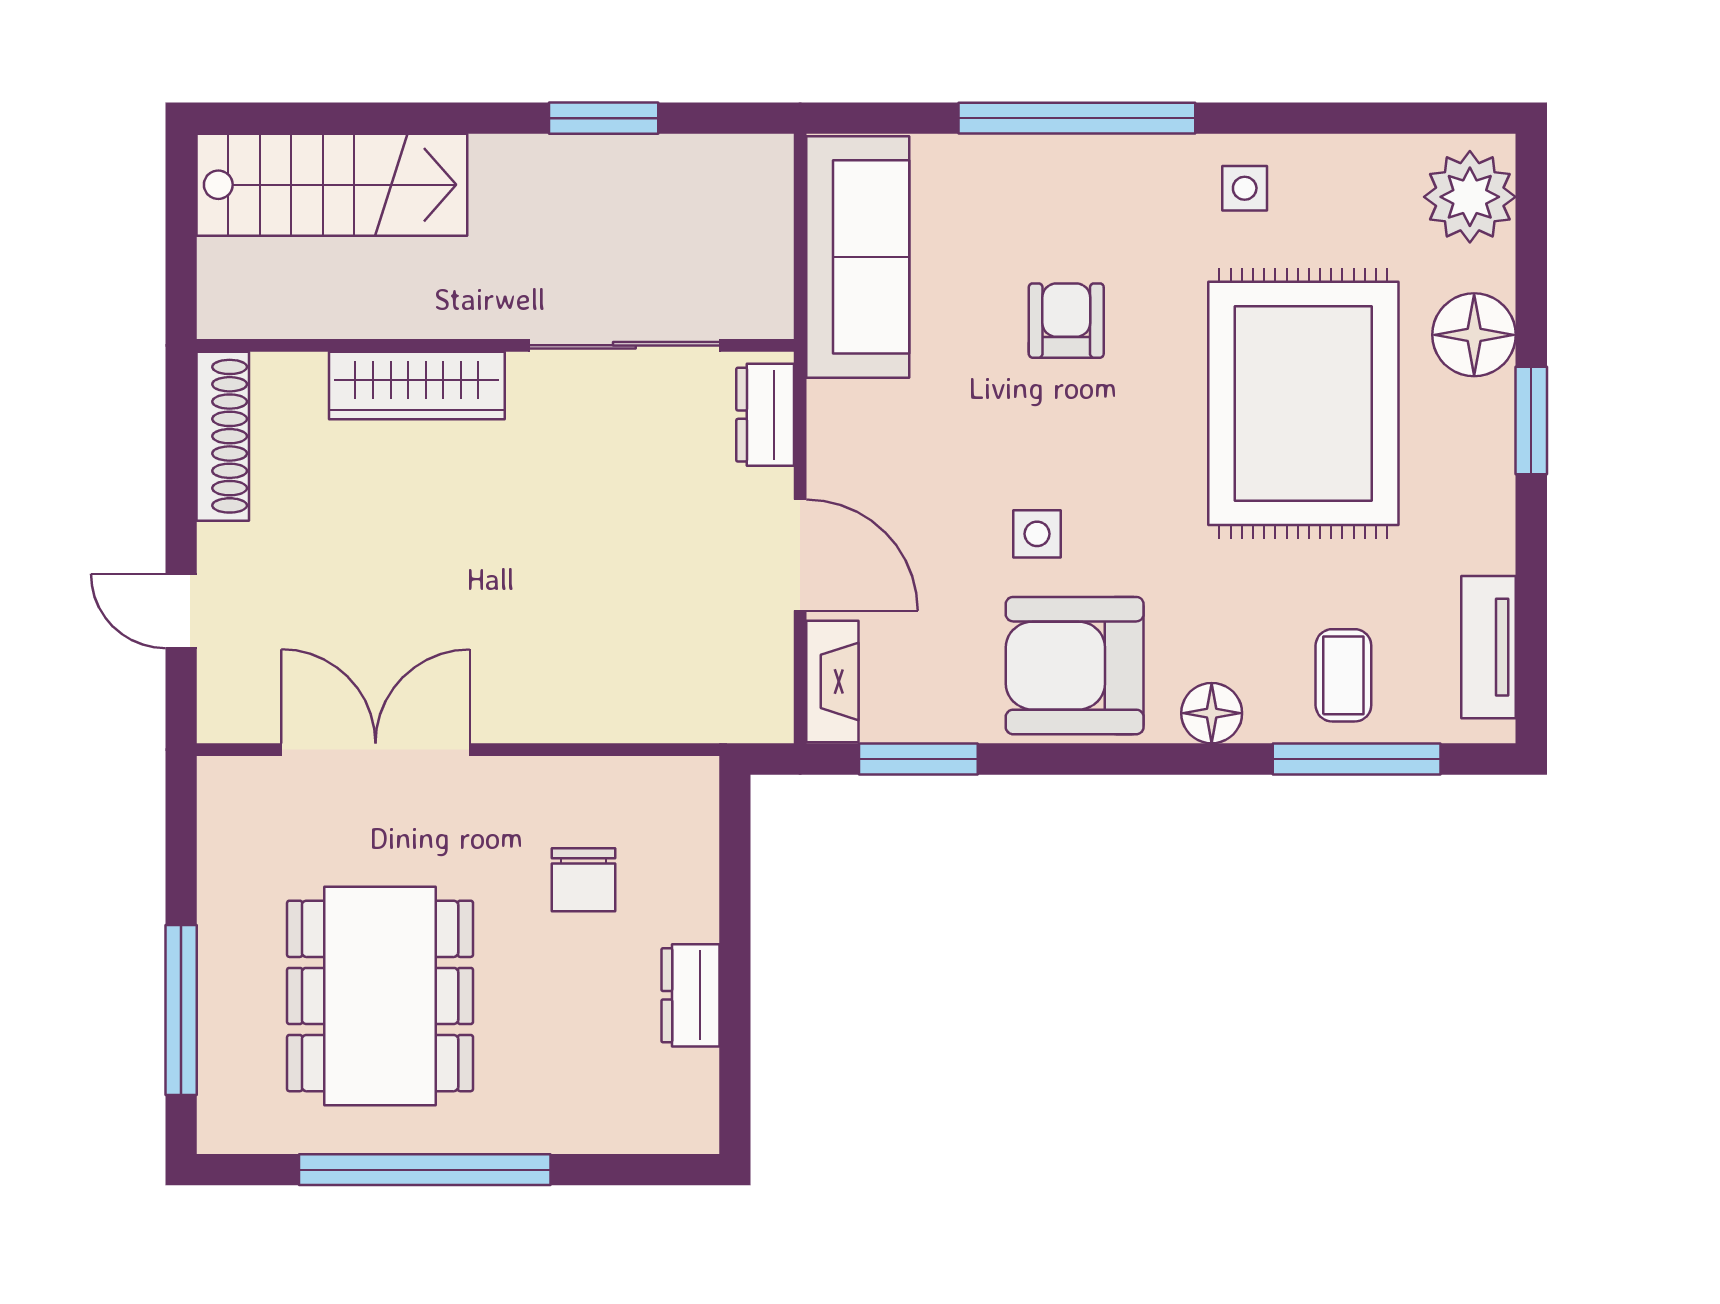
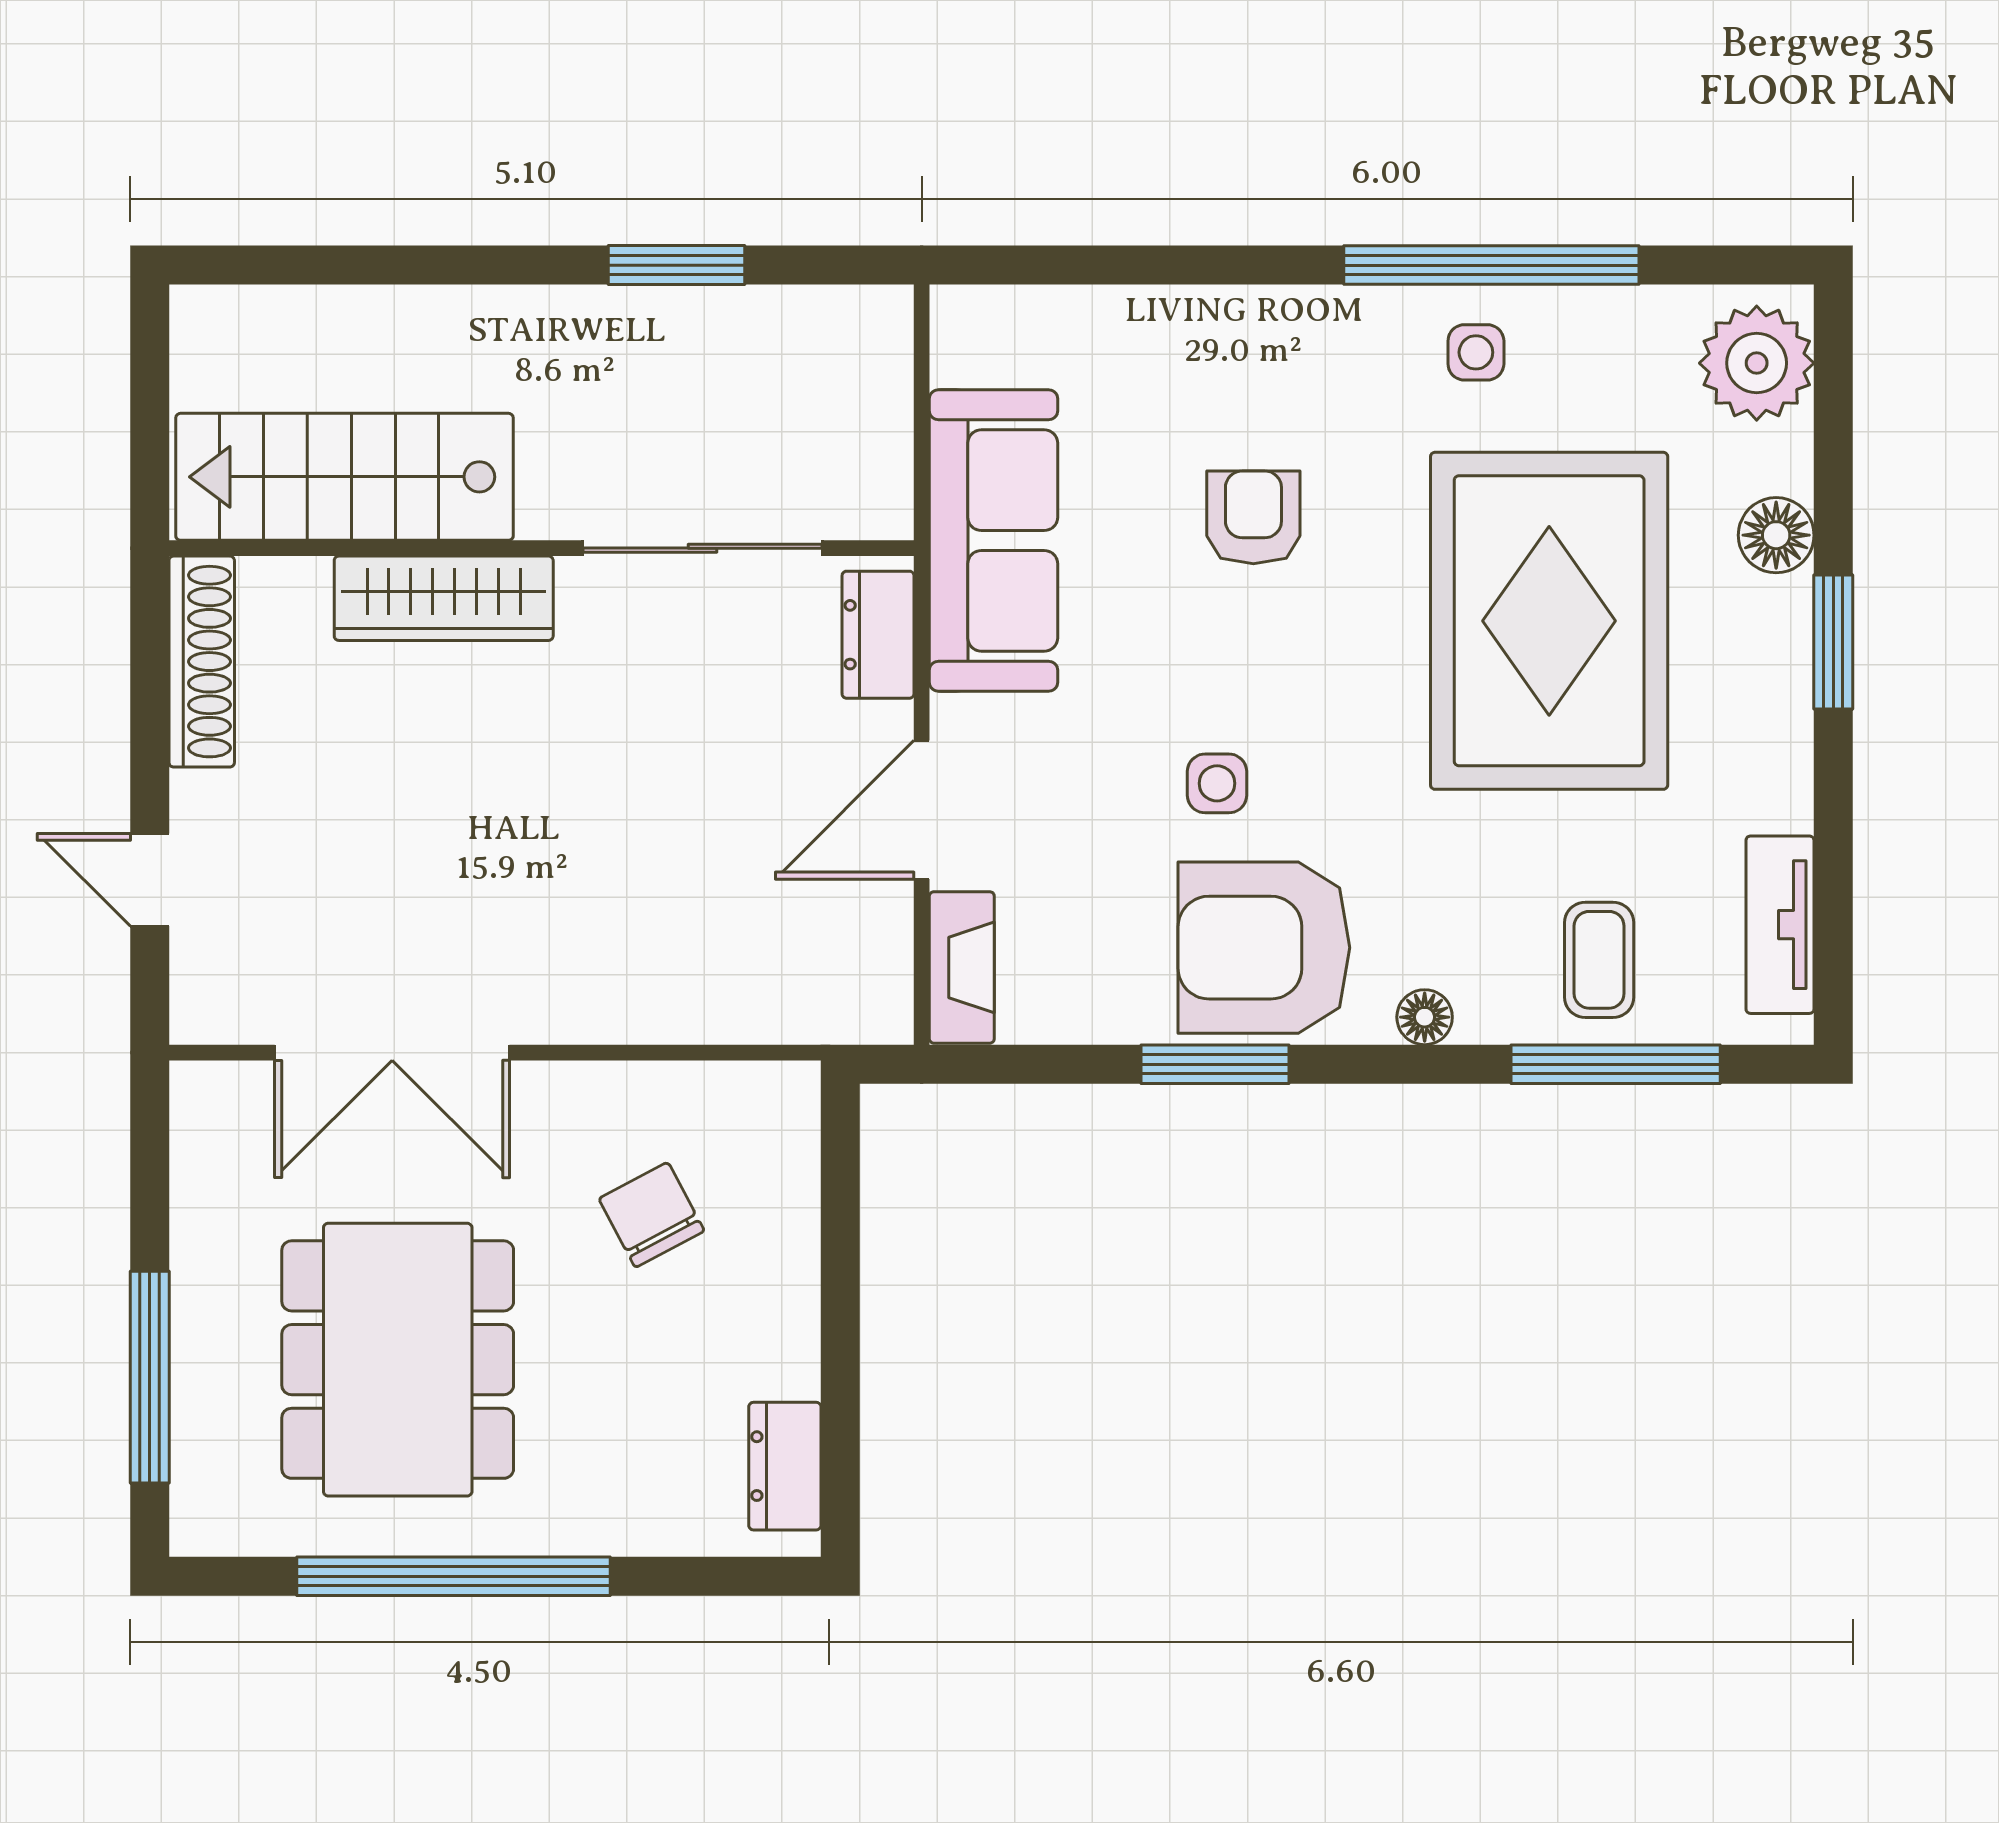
window: (1077, 118) -> (1491, 265), moved
stairs: (332, 185) -> (344, 477), moved, turned 180
sofa: (858, 257) -> (994, 541), moved
floor lamp: (1474, 335) -> (1776, 535), width x0.73, depth x0.73
door: (800, 555) -> (922, 810), swing flipped
floor lamp: (1212, 713) -> (1425, 1017), width x0.73, depth x0.73
double door: (376, 750) -> (392, 1053), swing flipped
window: (918, 759) -> (1215, 1064), moved
chair: (584, 880) -> (652, 1215), turned 152
dresser: (690, 995) -> (785, 1466), moved

